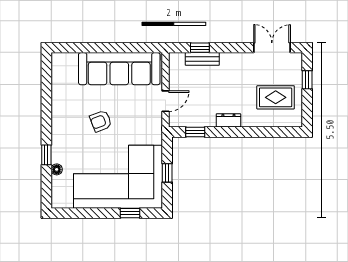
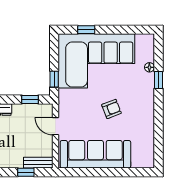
bench: (202, 59) -> (38, 163), moved
door: (166, 101) -> (56, 126), hinge flipped
window: (167, 173) -> (54, 79), moved

